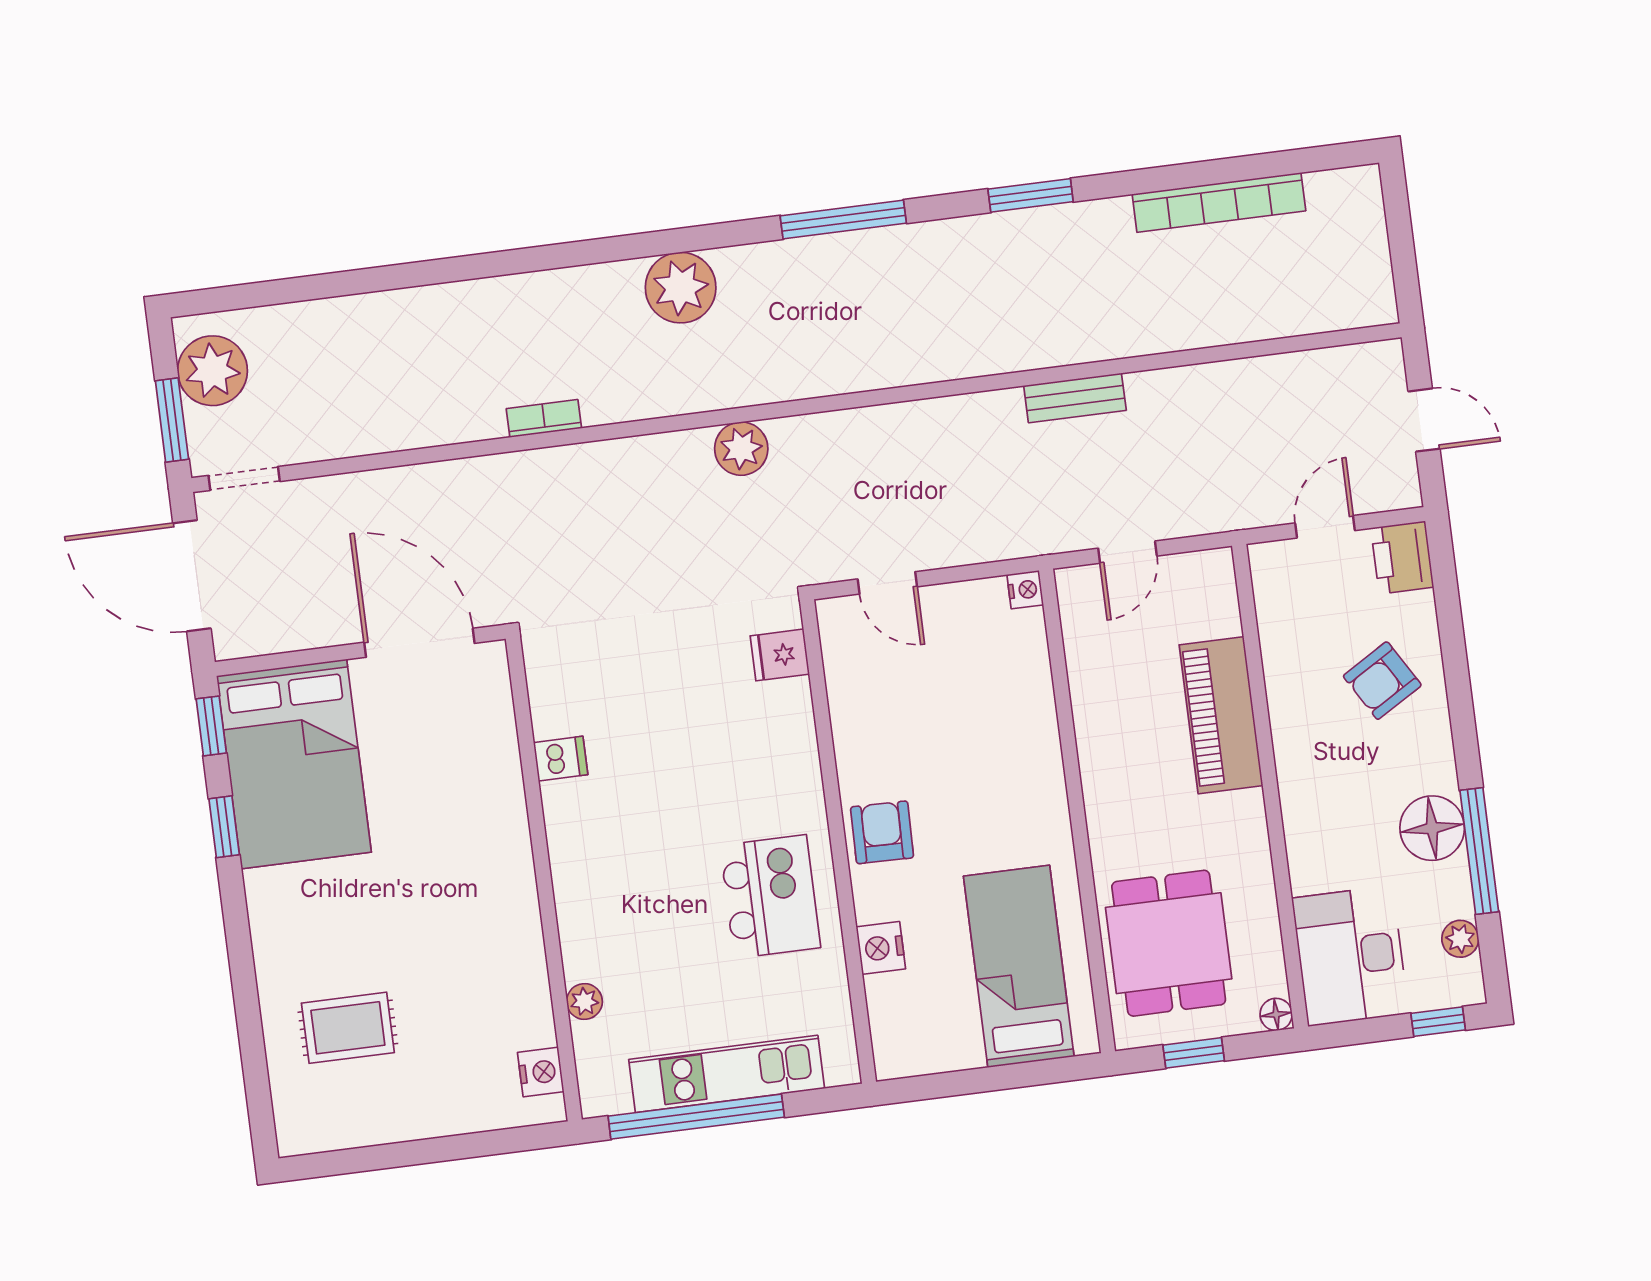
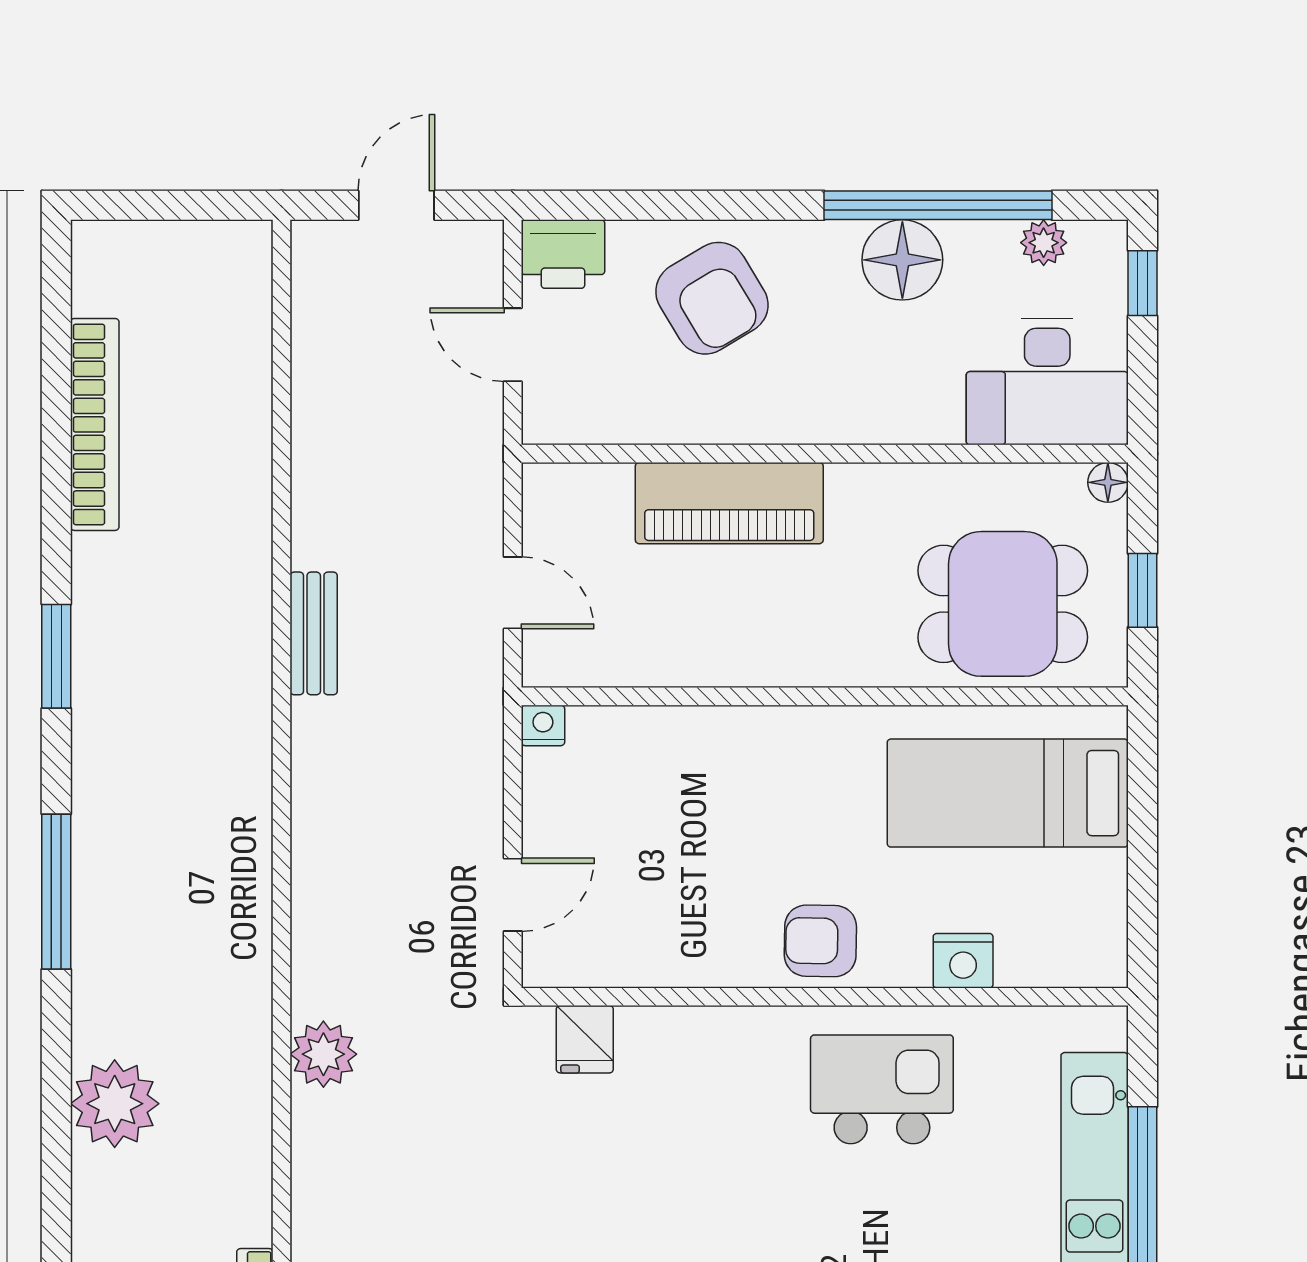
armchair: (1382, 681) -> (712, 298), width x1.38, depth x1.38
window: (1479, 851) -> (938, 205), width x1.46

